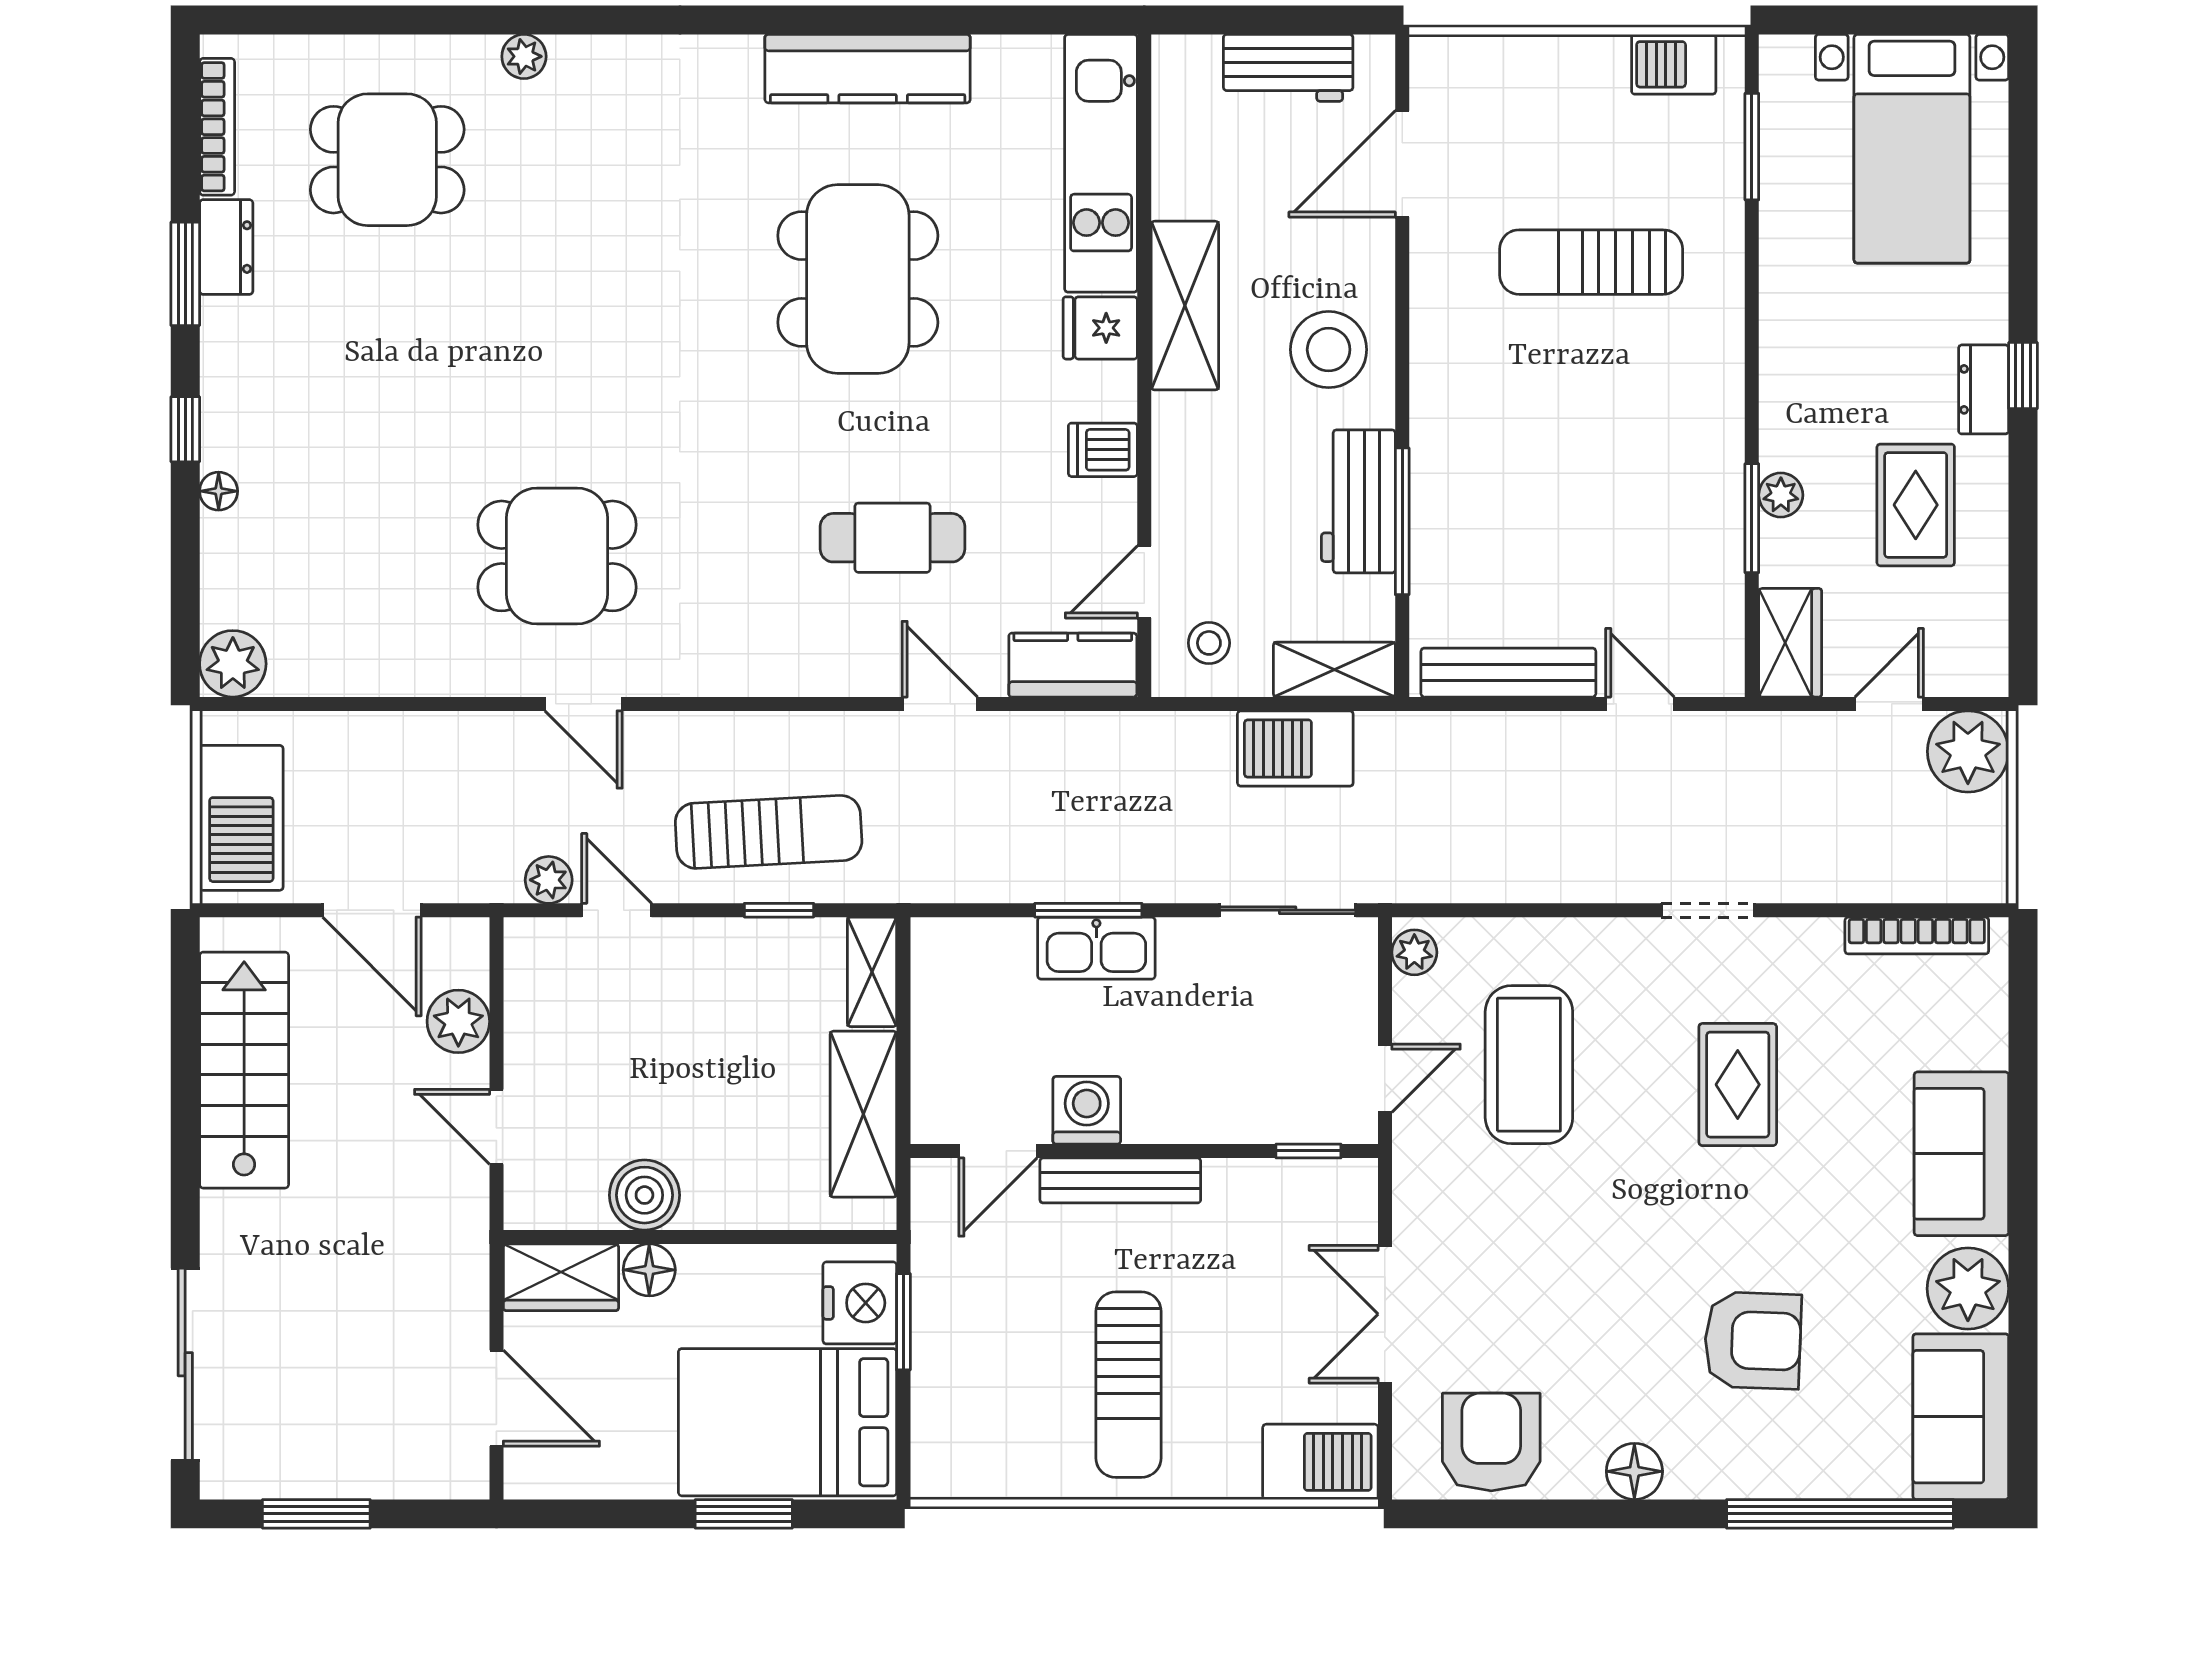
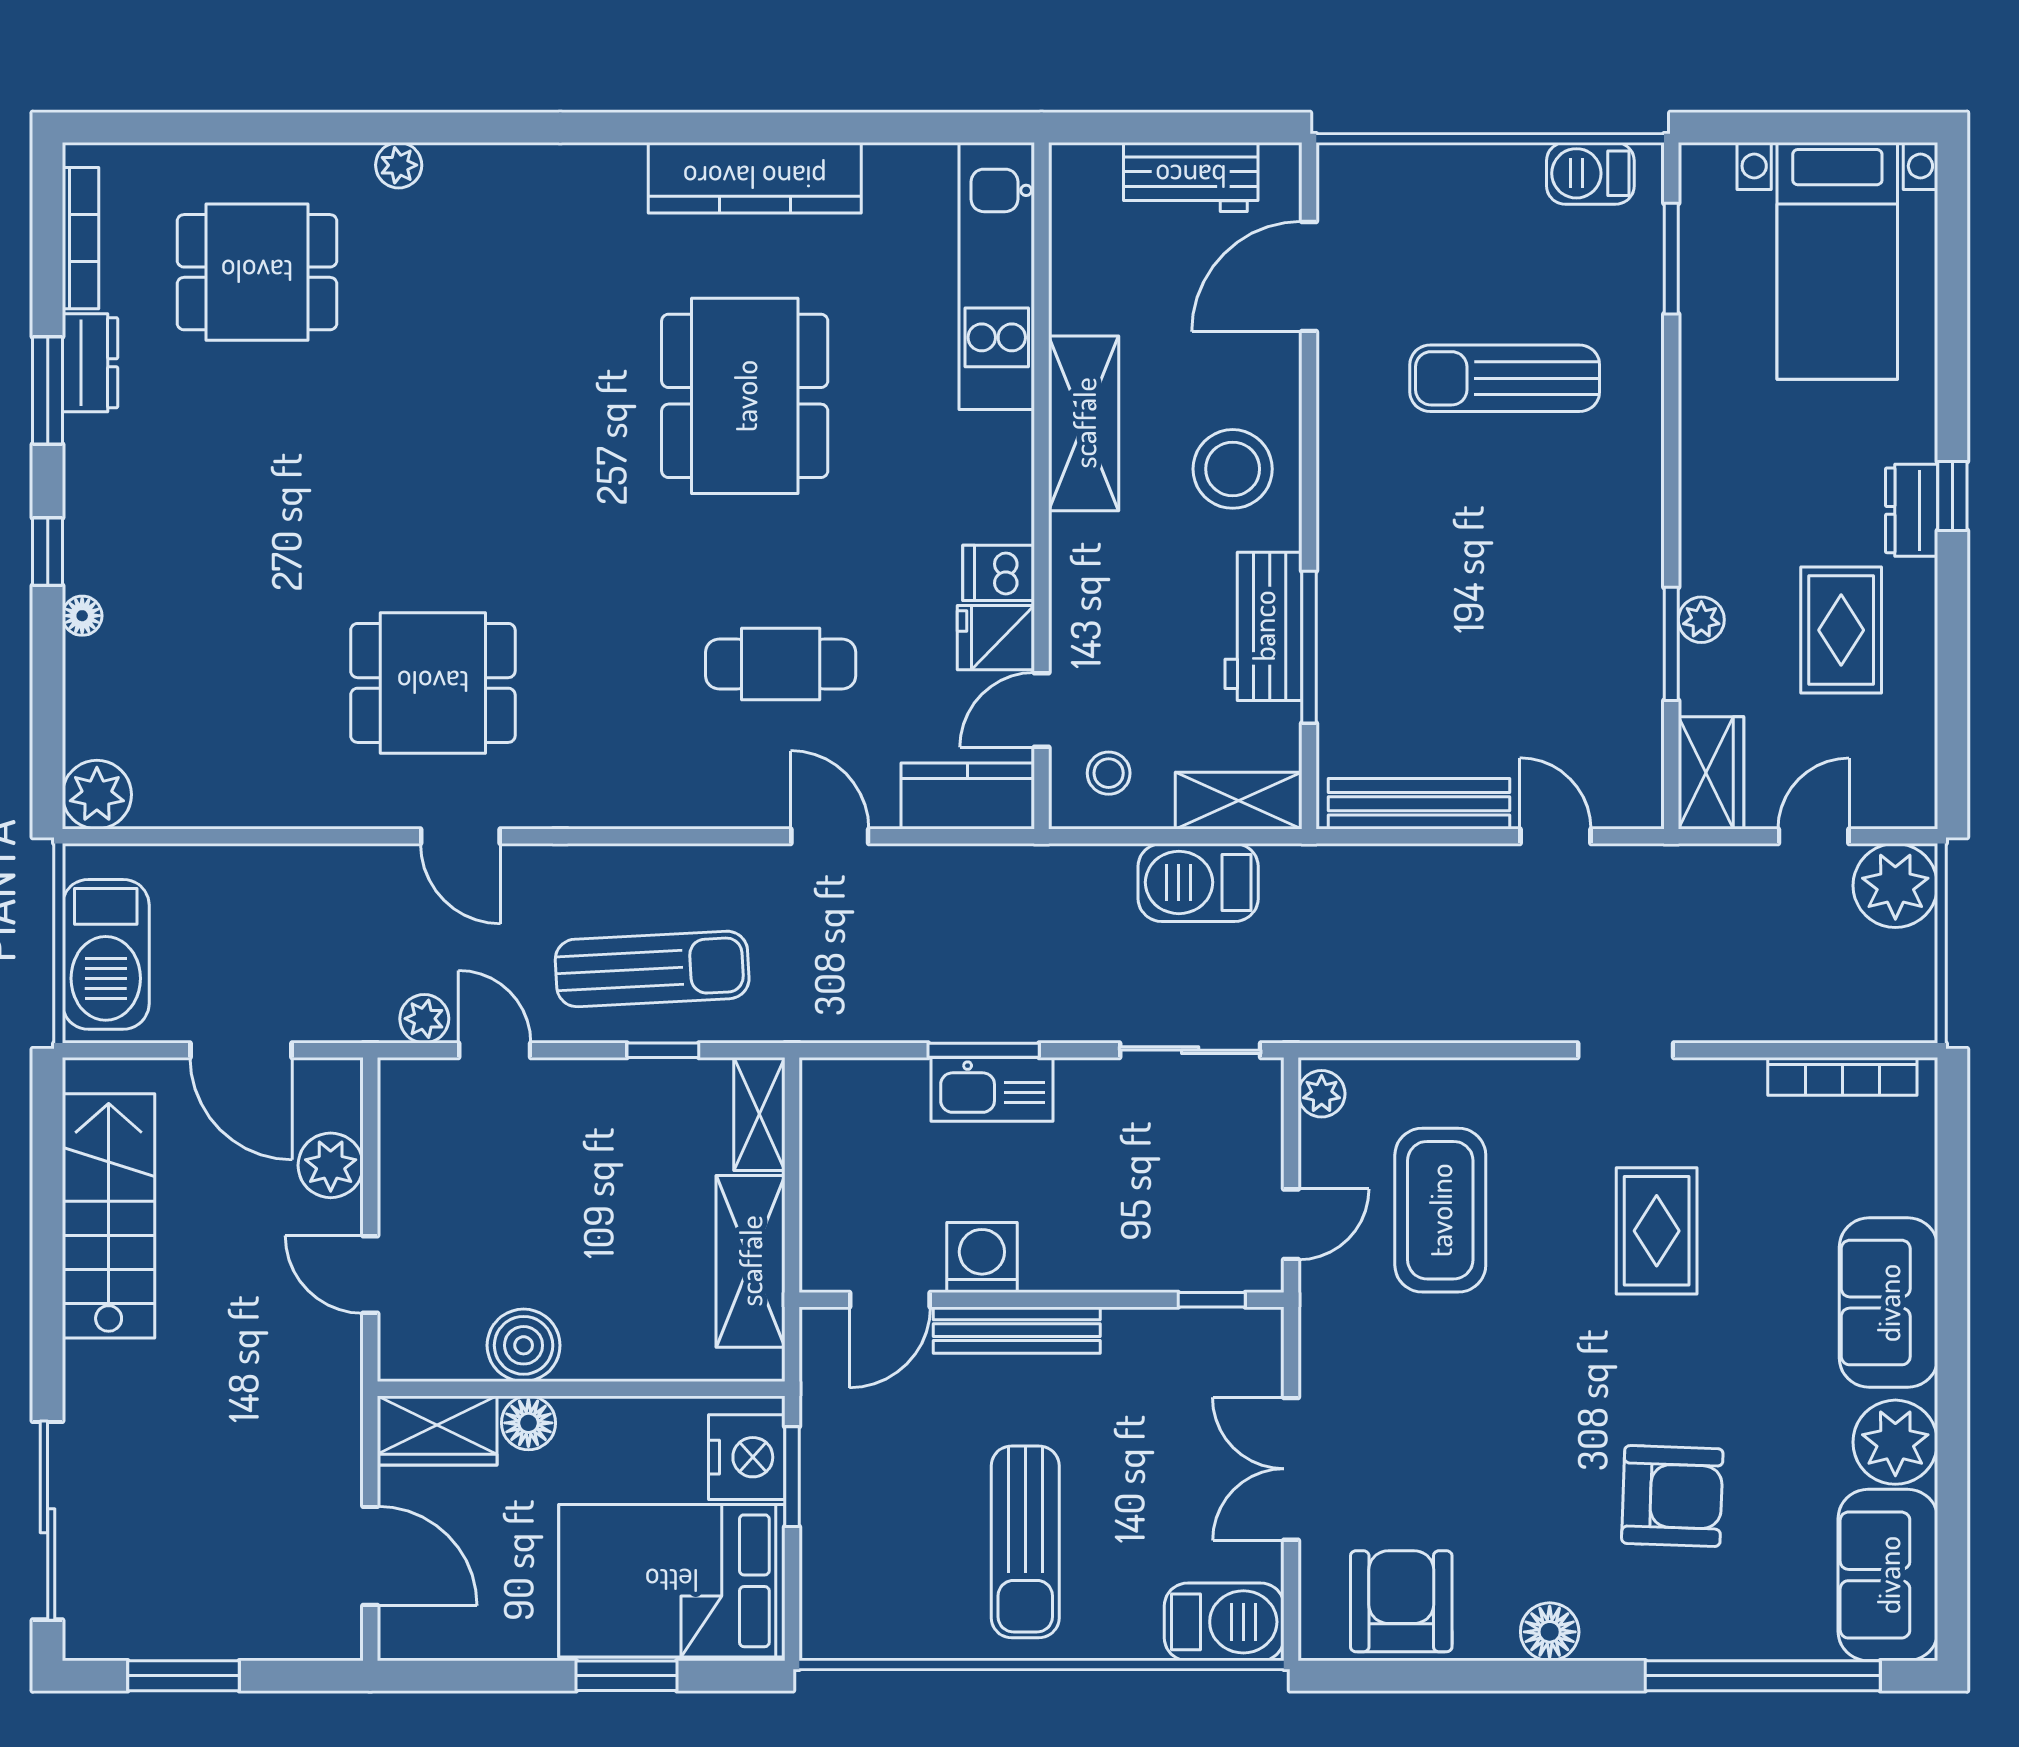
fridge: (1100, 328) -> (996, 638), moved

